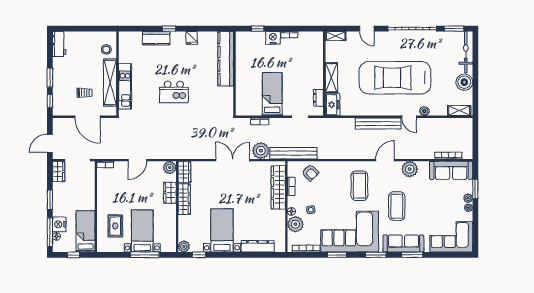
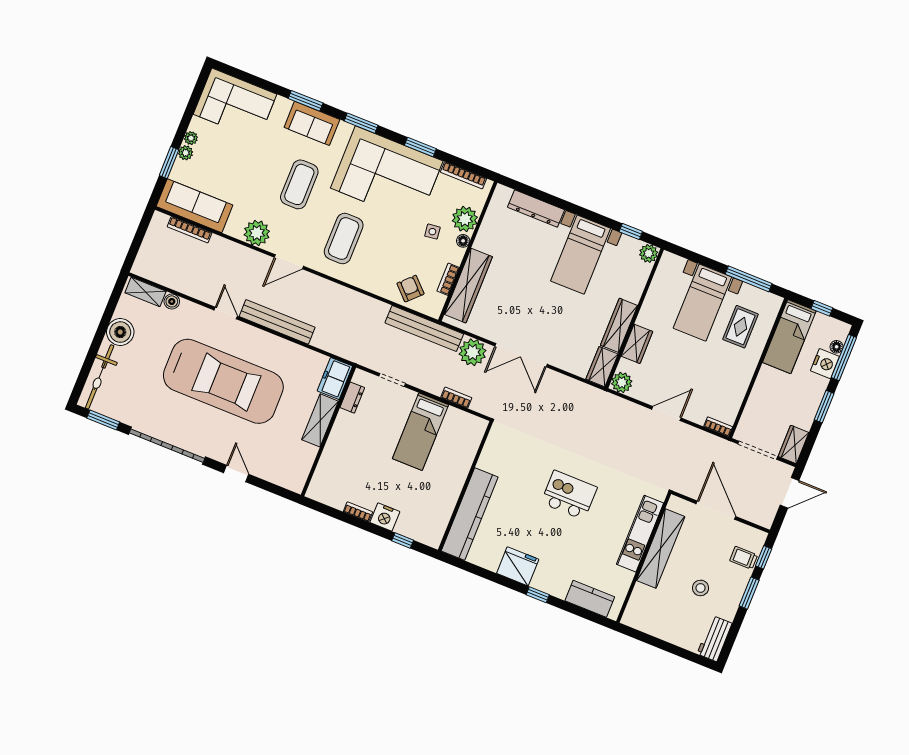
shelving: (336, 36) -> (288, 482), removed
kitchen counter: (156, 38) -> (590, 599), moved
fridge: (192, 38) -> (518, 566), width x1.88, depth x1.34
stool: (106, 49) -> (701, 588), moved
trolley: (85, 93) -> (744, 558), moved
boiler: (424, 111) -> (172, 301), moved
sofa: (403, 243) -> (312, 123), width x0.73
window: (145, 255) -> (749, 279), moved

